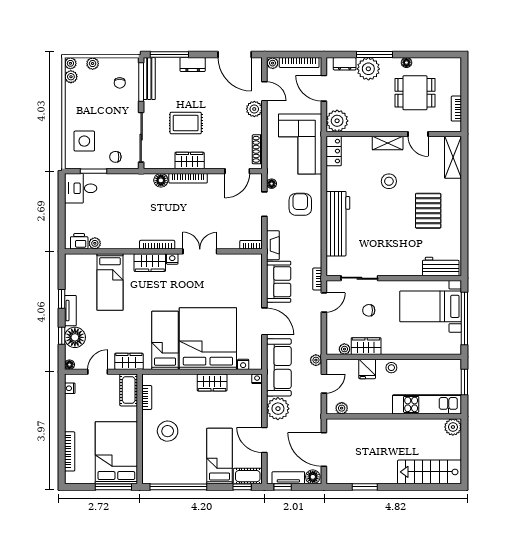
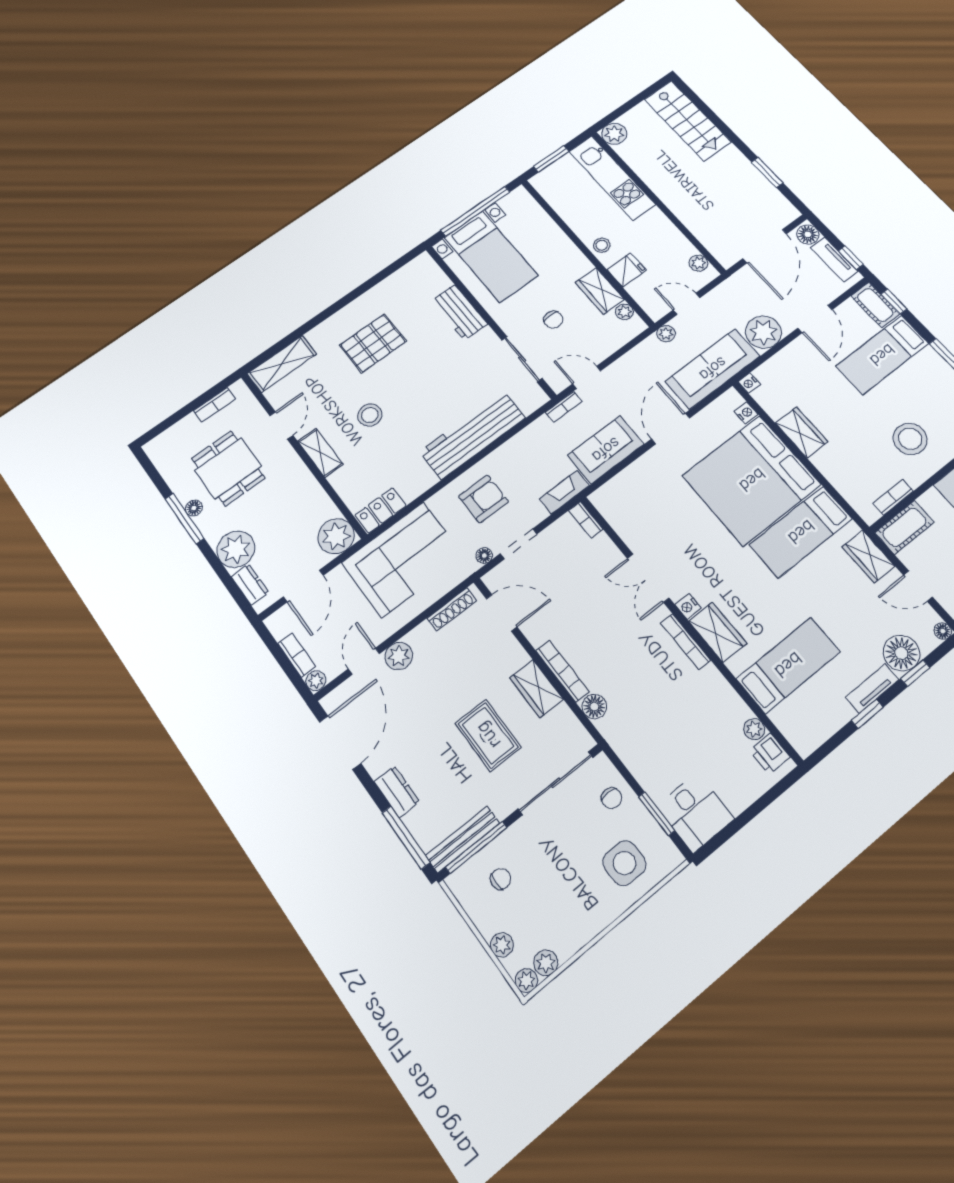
window: (375, 54) -> (185, 519), moved
bookcase: (299, 63) -> (297, 655), width x0.64
armchair: (300, 204) -> (484, 499), turned 180
workbench: (441, 267) -> (459, 312), moved

